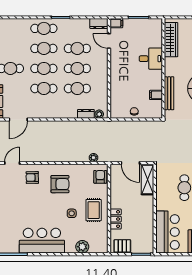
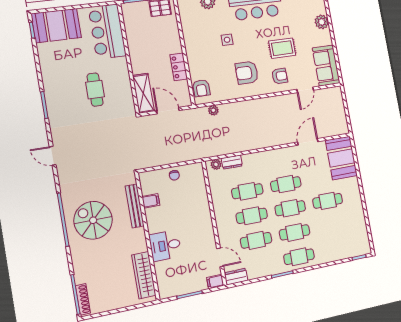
rug: (94, 210) -> (282, 48), moved, turned 90
locker: (116, 219) -> (179, 67), moved

